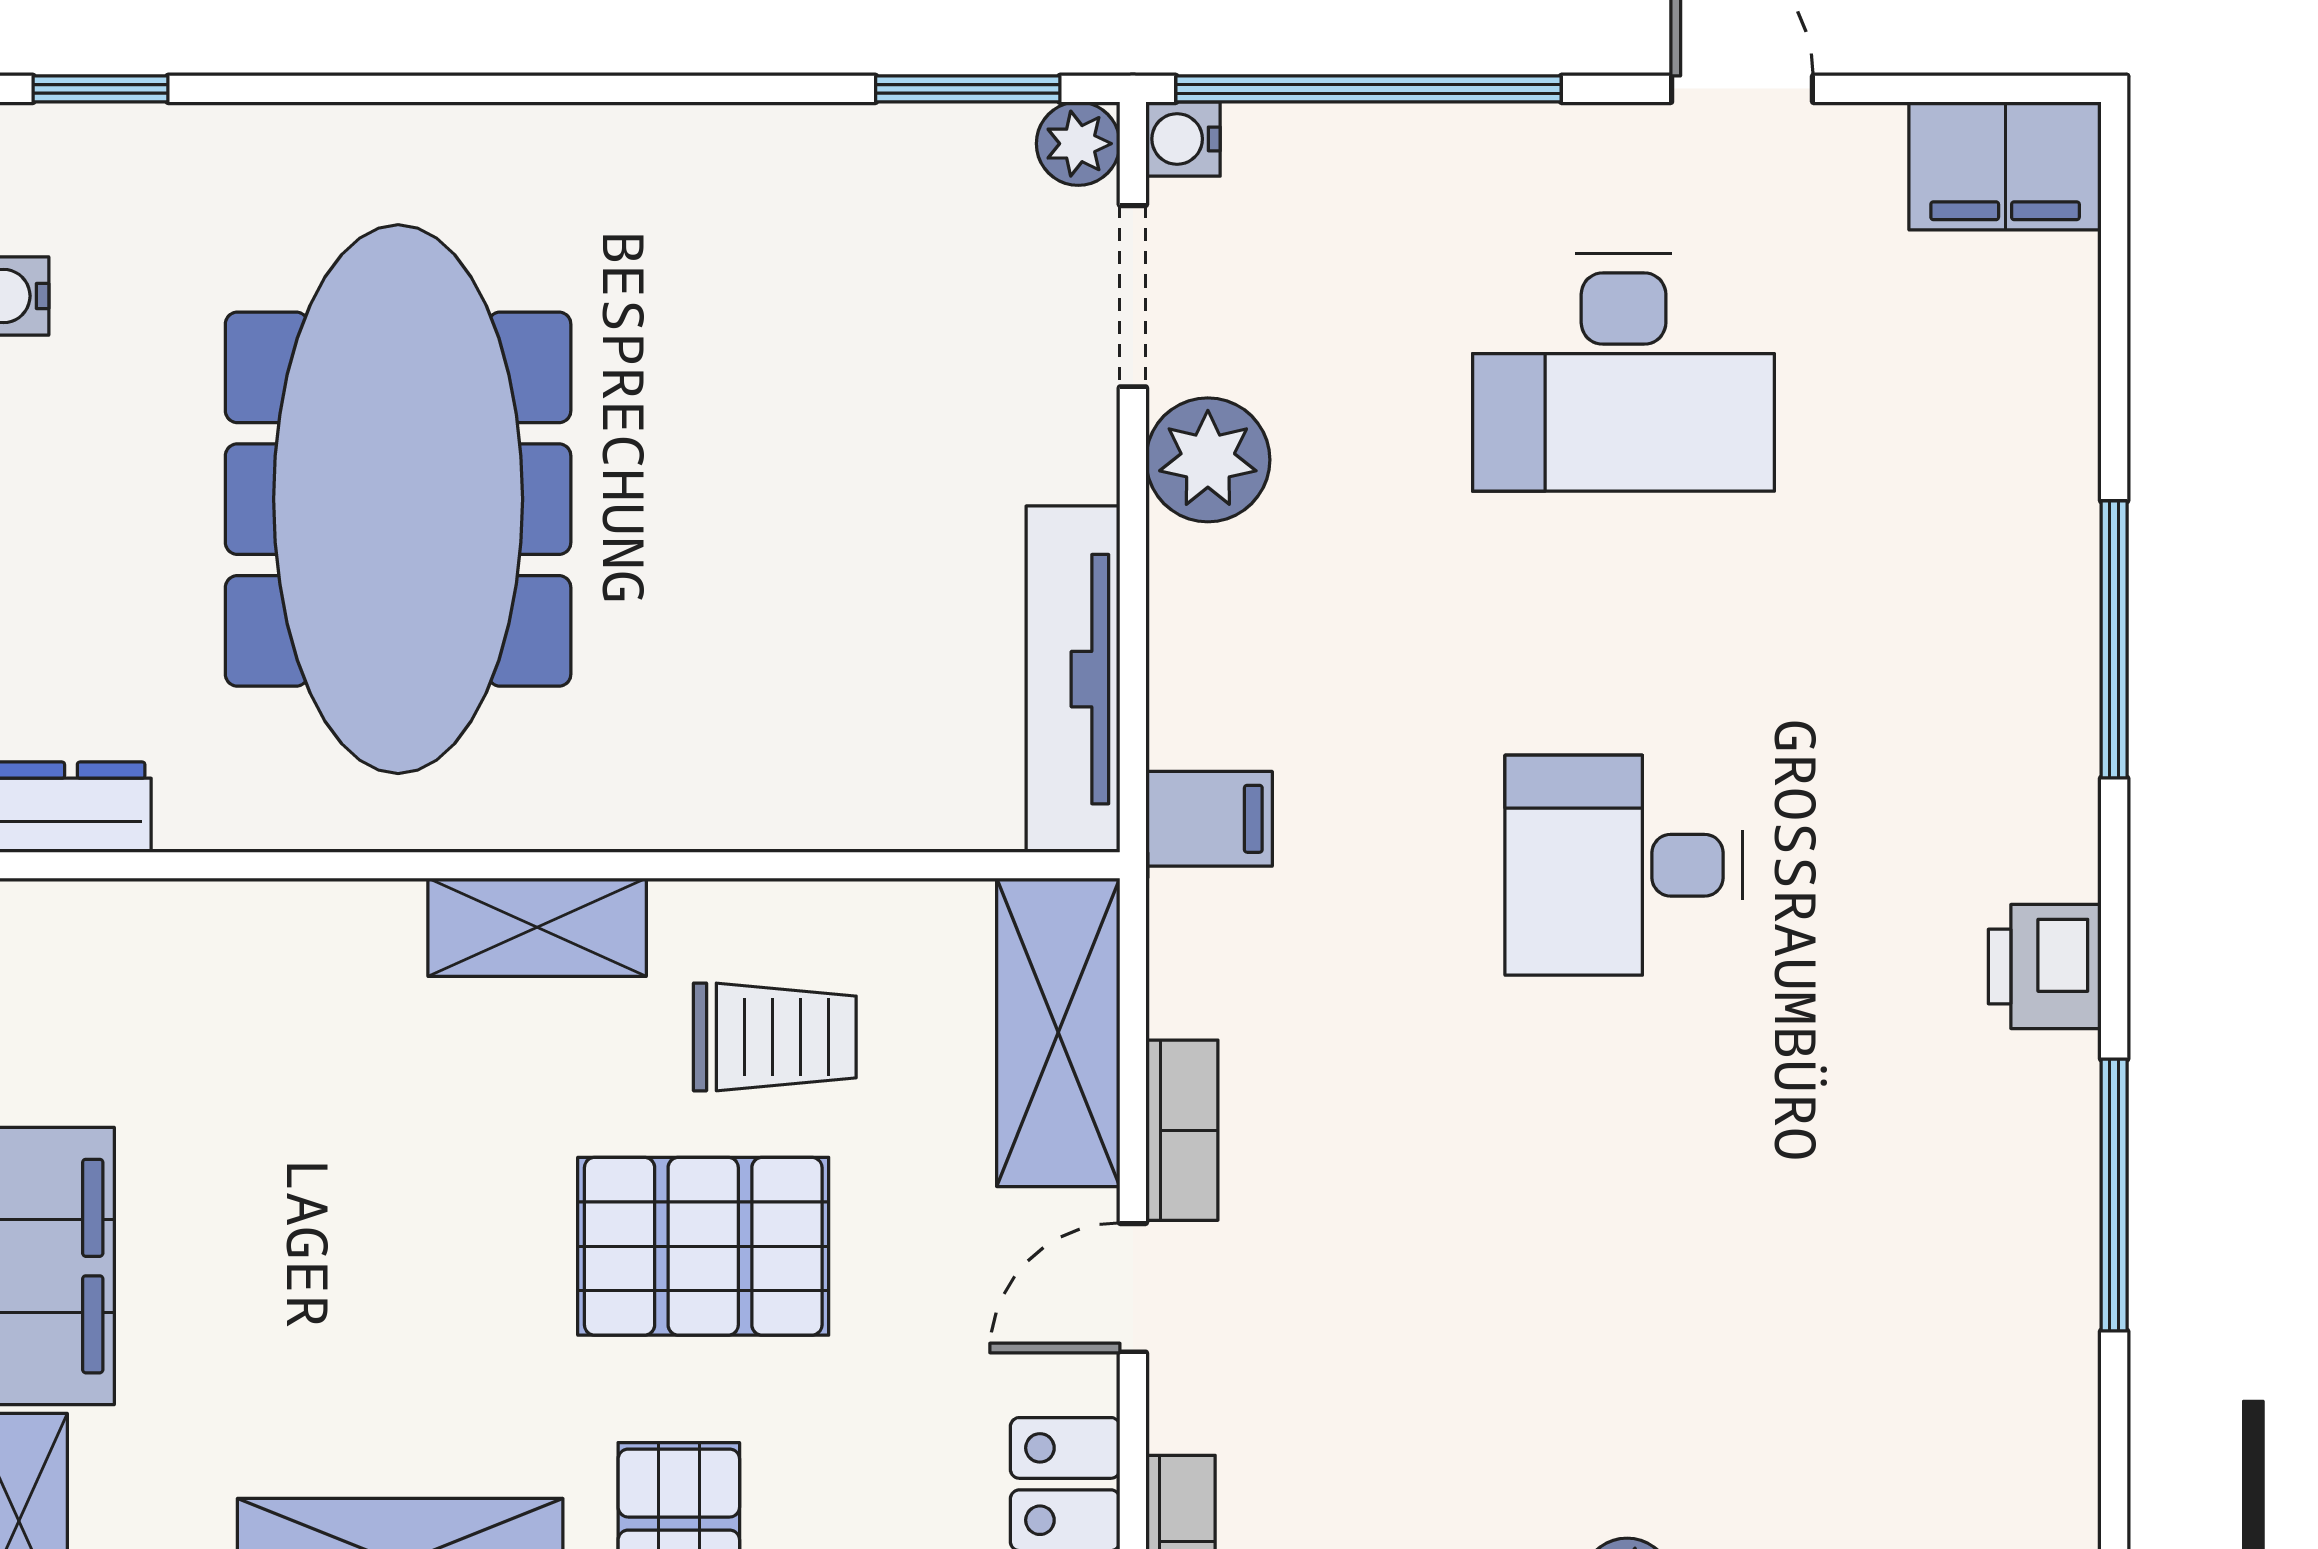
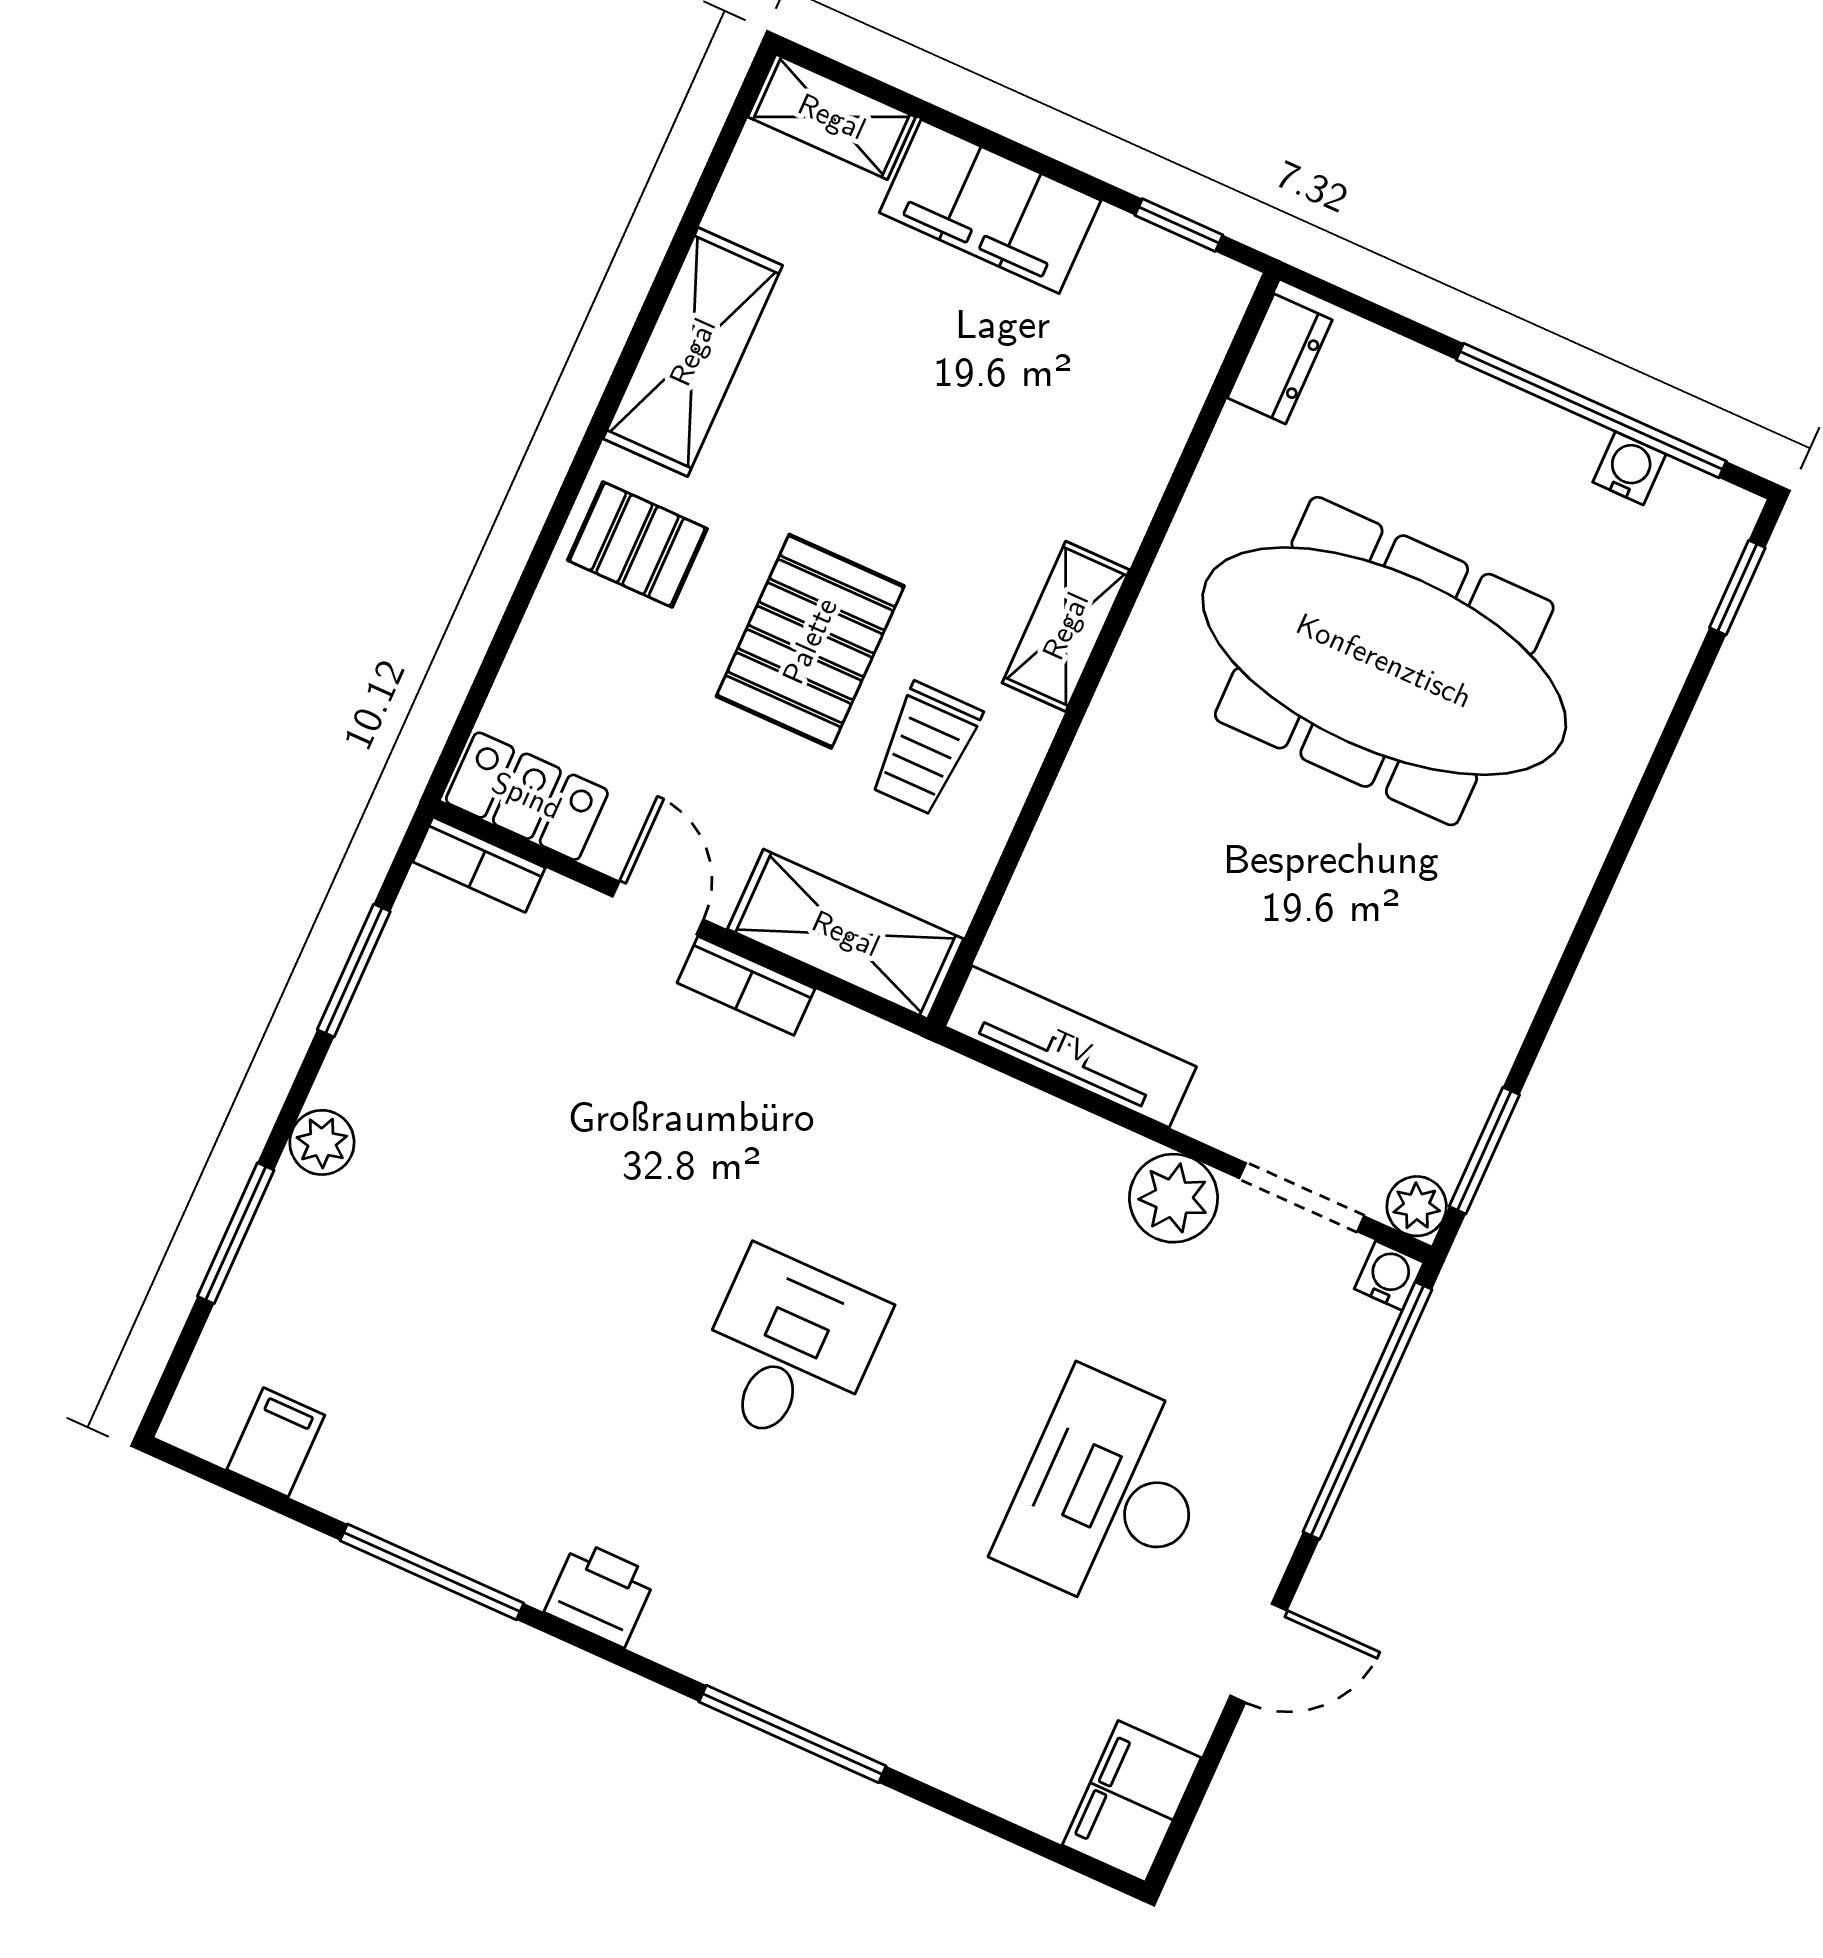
filing cabinet: (1209, 819) -> (276, 1442), moved, turned 180

